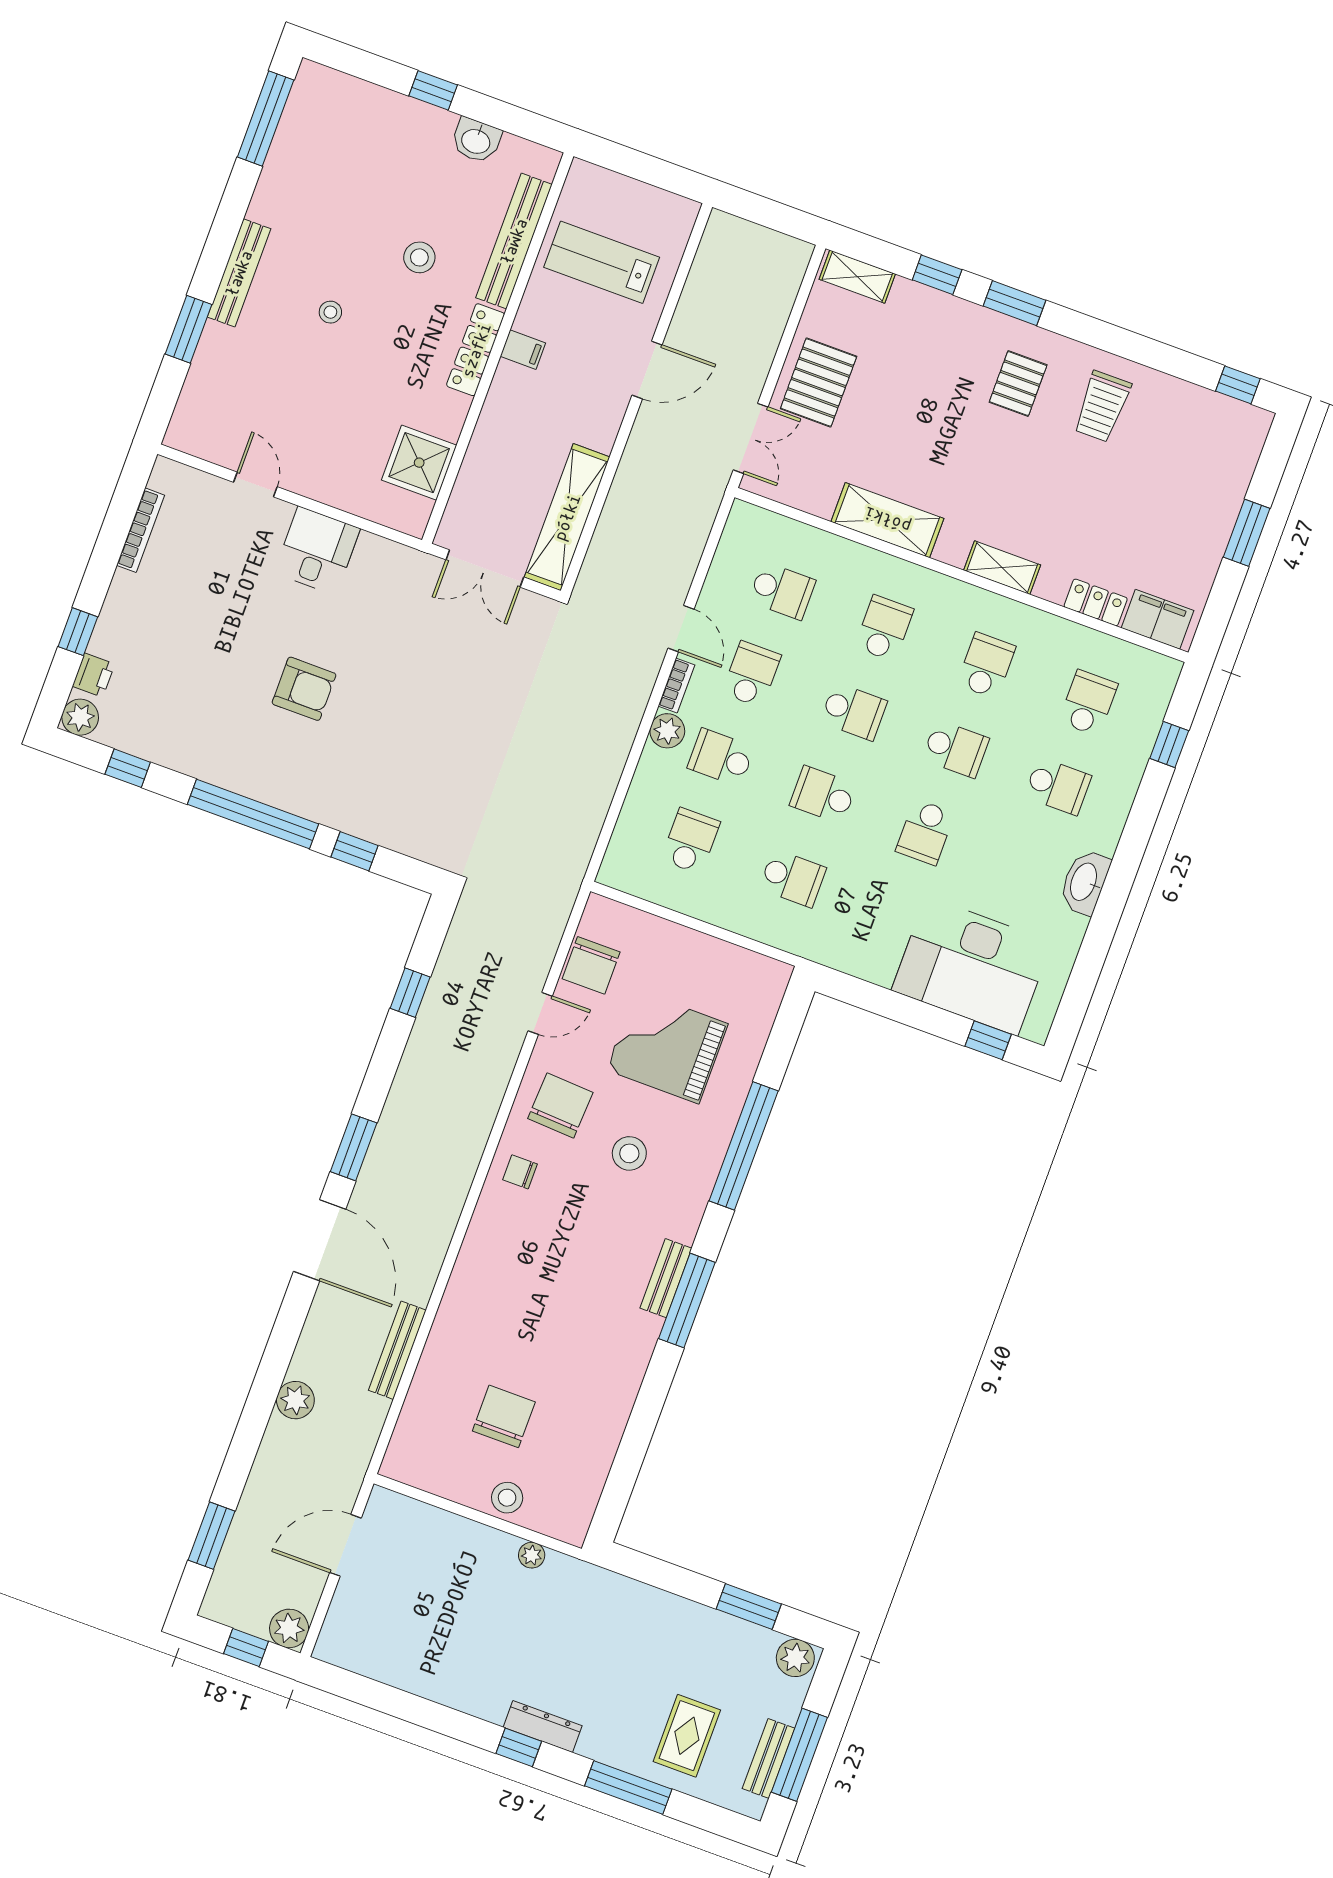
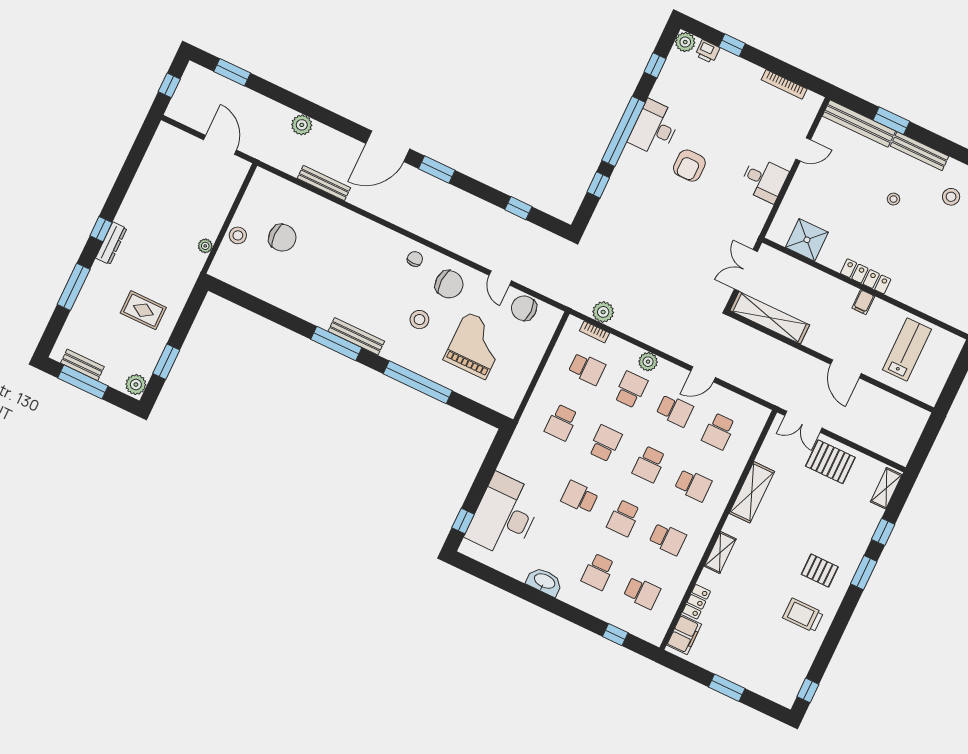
bench: (514, 241) -> (859, 124), moved
stool: (419, 257) -> (951, 197), moved
bookcase: (676, 686) -> (594, 332), moved
desk: (242, 758) -> (655, 128), added
bench: (666, 1278) -> (356, 336), width x1.36
plant: (289, 1628) -> (603, 312), moved
rug: (687, 1736) -> (143, 310), moved

